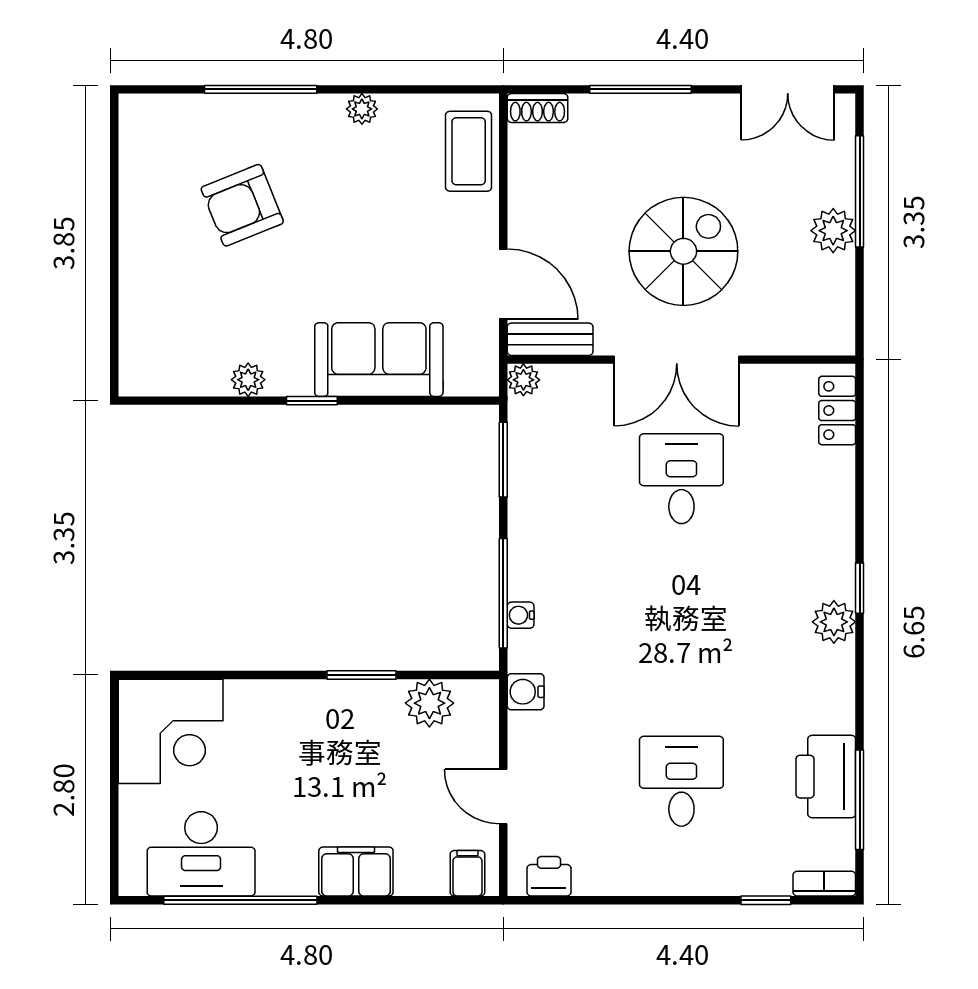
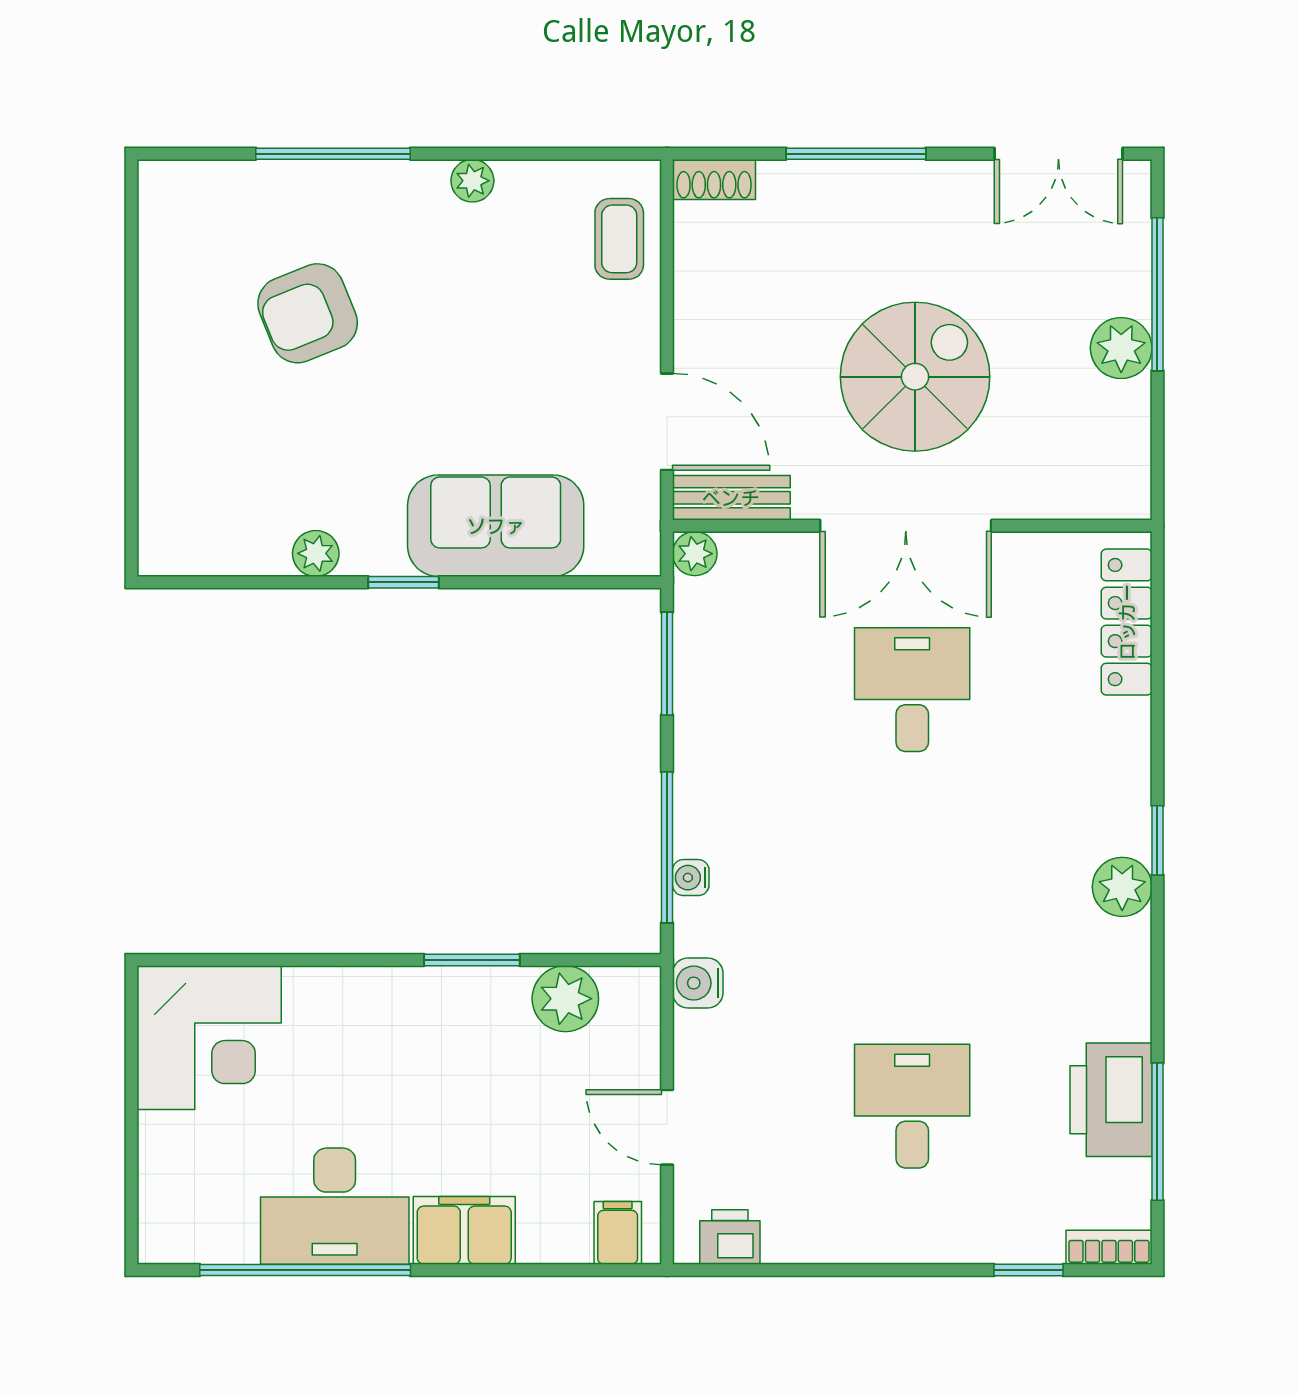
coffee table: (469, 151) -> (619, 239), width x0.73, depth x0.77
locker: (837, 411) -> (1127, 622), width x1.53
desk: (201, 854) -> (335, 1206), moved

